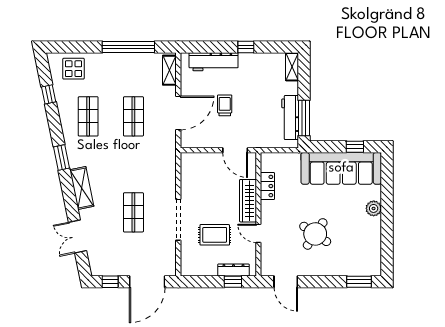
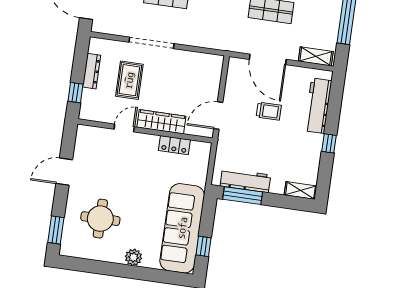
round table: (315, 234) -> (100, 219), moved, turned -34
dresser: (233, 270) -> (92, 71), moved
door: (286, 282) -> (64, 172), moved

